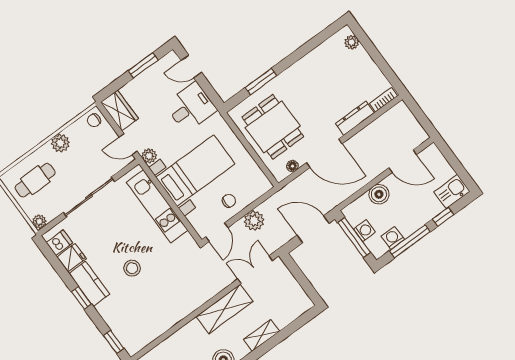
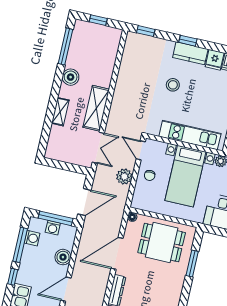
floor lamp: (292, 166) -> (132, 217), moved

